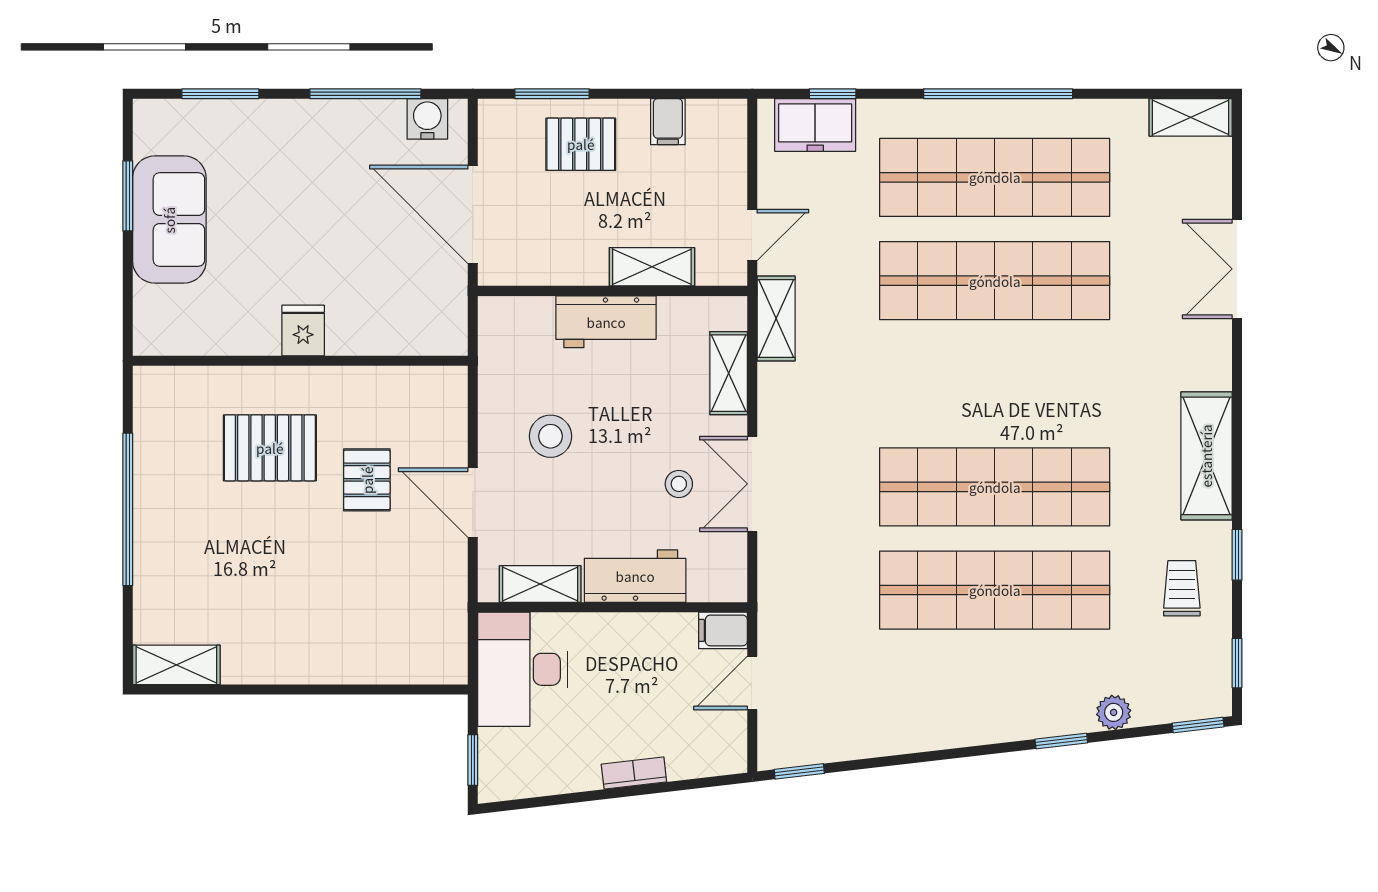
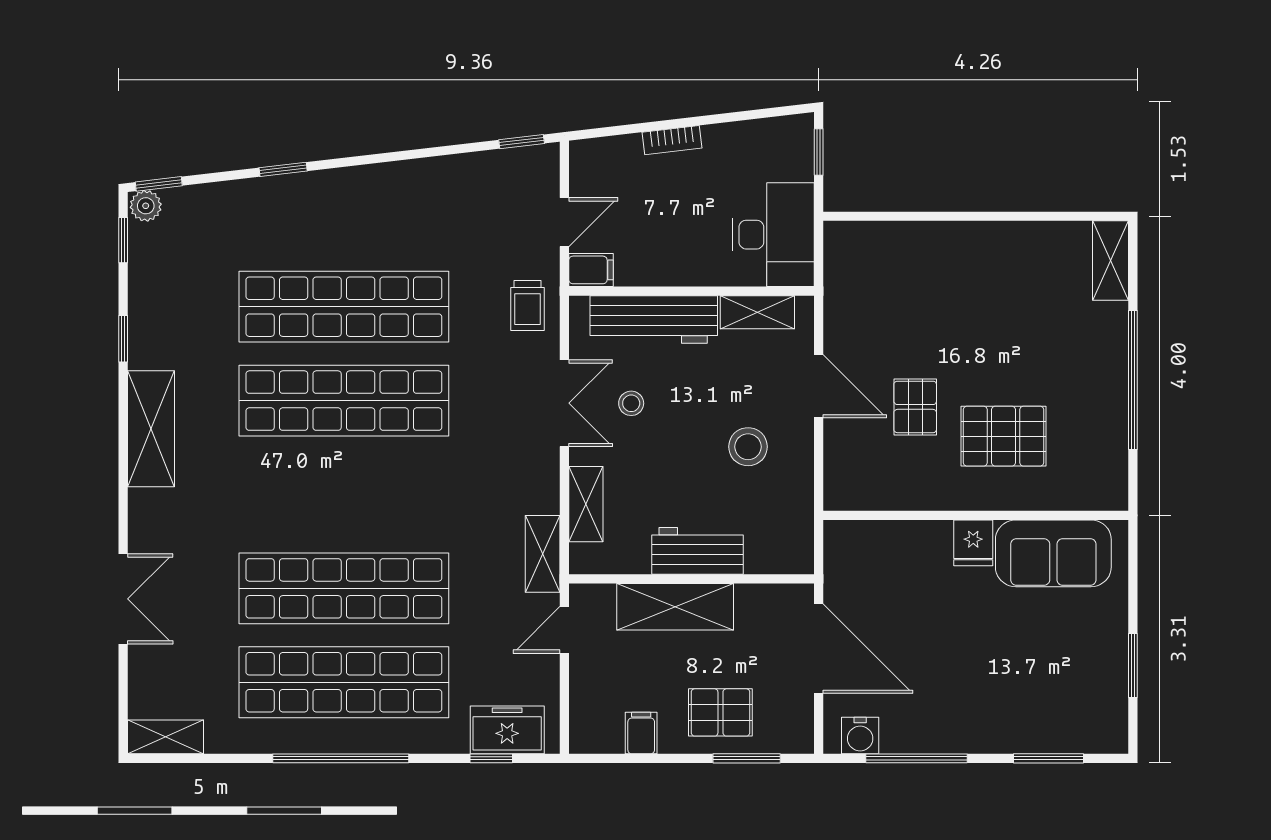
sofa: (169, 220) -> (1053, 553), moved, turned -90
shelving: (652, 267) -> (675, 607), width x1.50, depth x1.33
workbench: (635, 576) -> (654, 319), width x1.38
trolley: (1182, 588) -> (527, 306), moved
shelving: (176, 665) -> (1110, 261), moved, turned 90
plant: (1114, 712) -> (146, 206), moved

